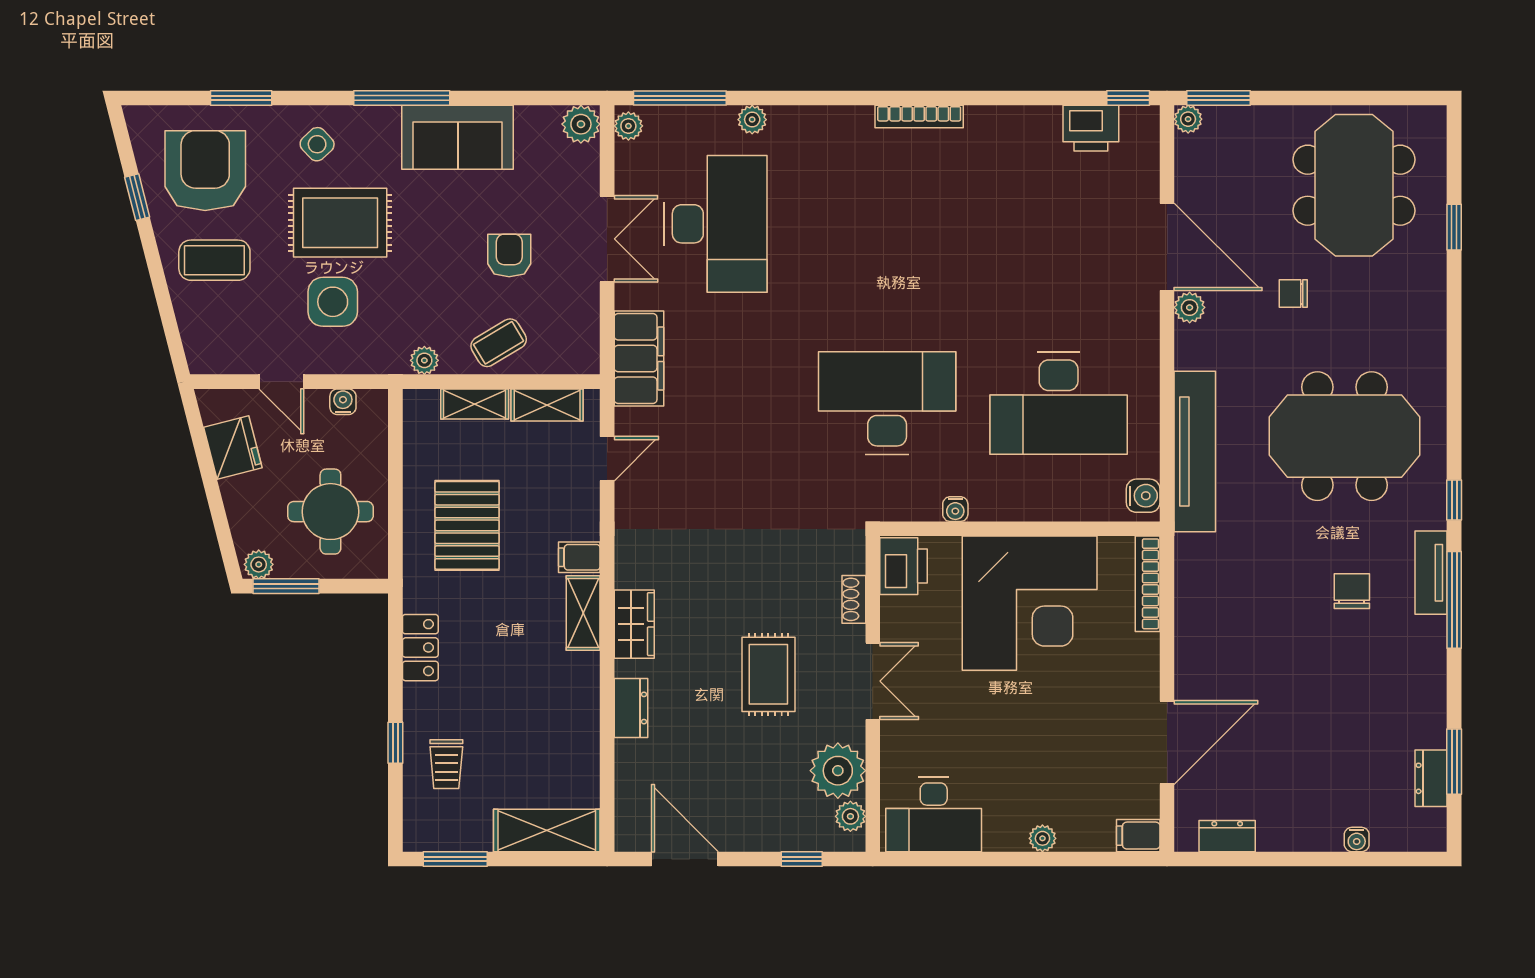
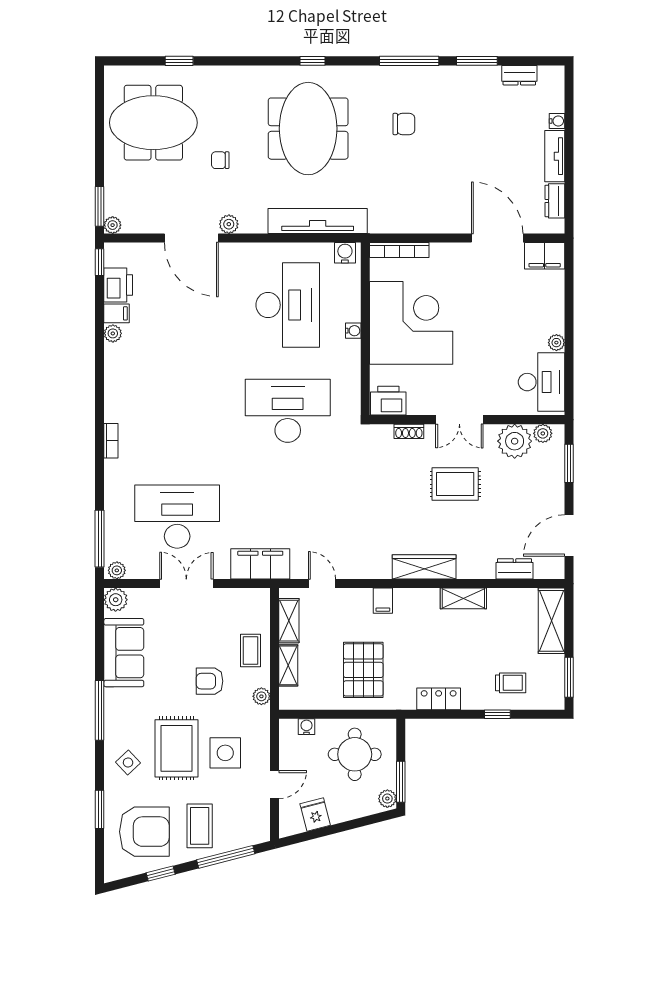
bookcase: (919, 116) -> (111, 441), moved, width x0.64
plant: (752, 120) -> (113, 333), moved
filing cabinet: (1045, 126) -> (117, 313), added
sofa: (458, 137) -> (124, 653), moved
armchair: (205, 171) -> (144, 832), turned 180
door: (1167, 247) -> (191, 238), swing flipped
armchair: (509, 255) -> (210, 681), moved
chair: (1293, 294) -> (220, 160), turned 90
window: (164, 303) -> (226, 857), added
coffee table: (499, 343) -> (251, 651), turned 31
water cooler: (343, 402) -> (307, 727), moved, turned 90
desk: (887, 403) -> (288, 411), turned 90
fridge: (233, 448) -> (315, 815), width x0.72
window: (1454, 500) -> (313, 61), moved
water cooler: (955, 509) -> (353, 331), moved
pallet: (467, 525) -> (363, 670), turned 90
tv unit: (1431, 573) -> (555, 156), moved, turned 90
chair: (1352, 591) -> (404, 124), turned 180
shelving: (583, 613) -> (463, 598), moved
wardrobe: (634, 624) -> (424, 567), width x1.50
double door: (873, 681) -> (459, 420), swing flipped
dresser: (631, 708) -> (515, 569), moved
window: (1454, 762) -> (477, 61), moved
filing cabinet: (1138, 836) -> (545, 256), width x2.00
plant: (1042, 838) -> (556, 343), moved
window: (802, 859) -> (569, 463), width x1.50

